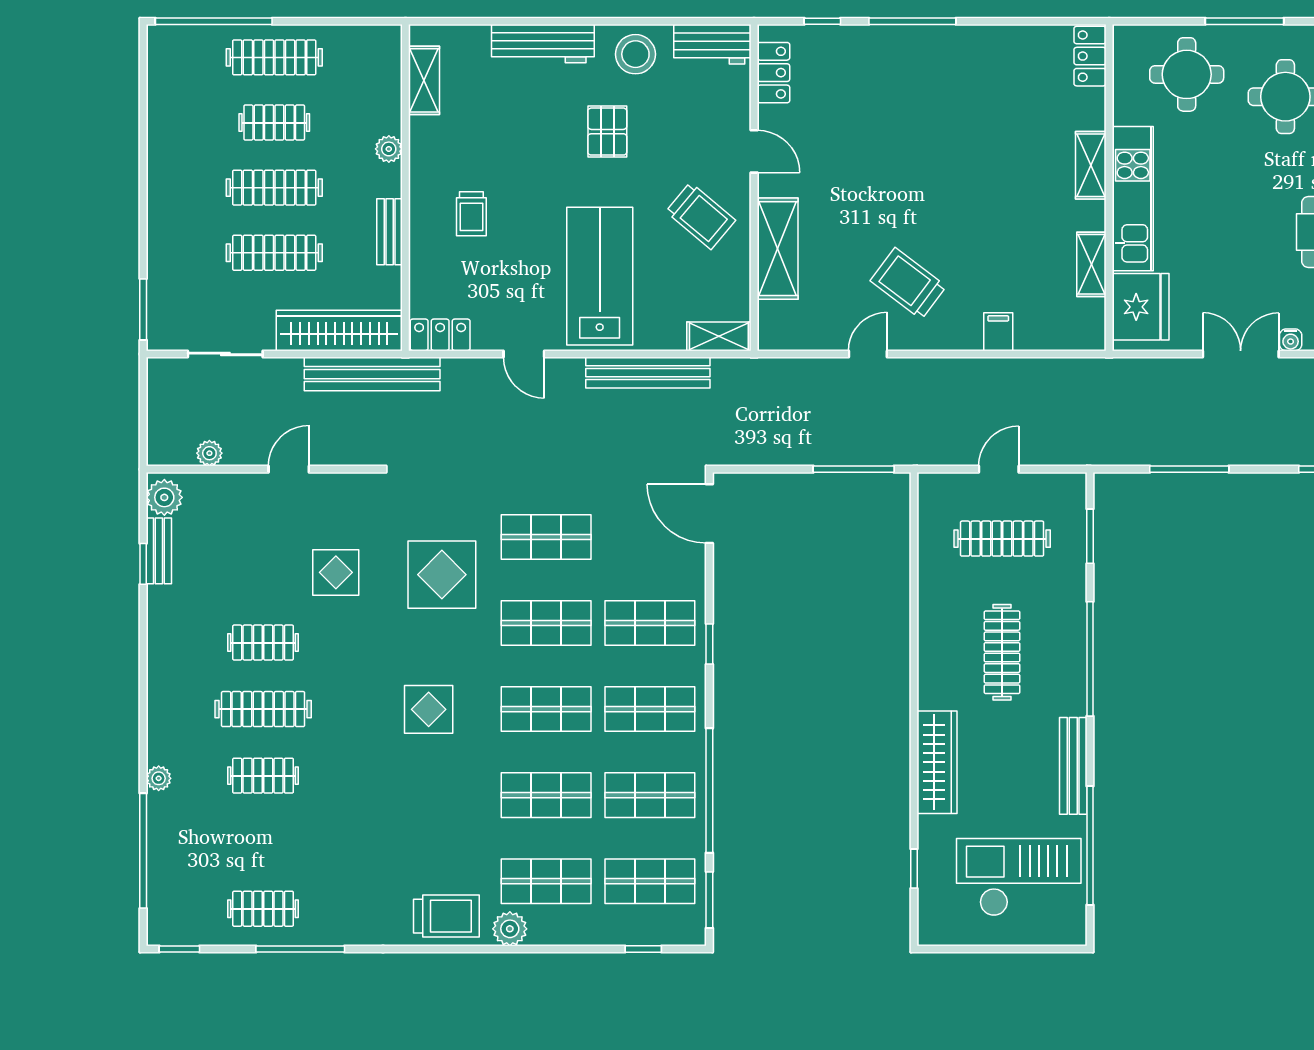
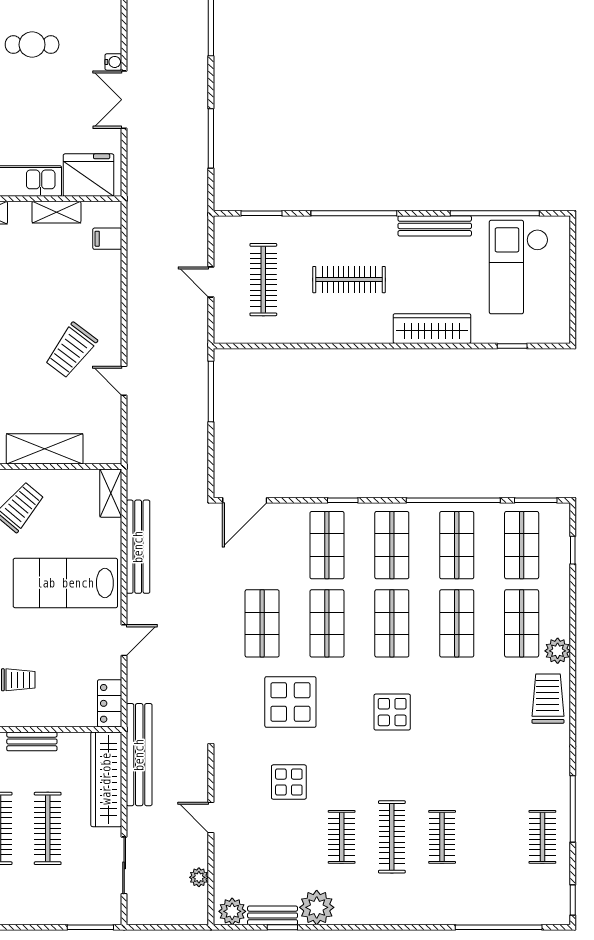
filing cabinet: (998, 332) -> (107, 239), moved
plant: (159, 778) -> (317, 907), moved, width x1.87, depth x1.87

